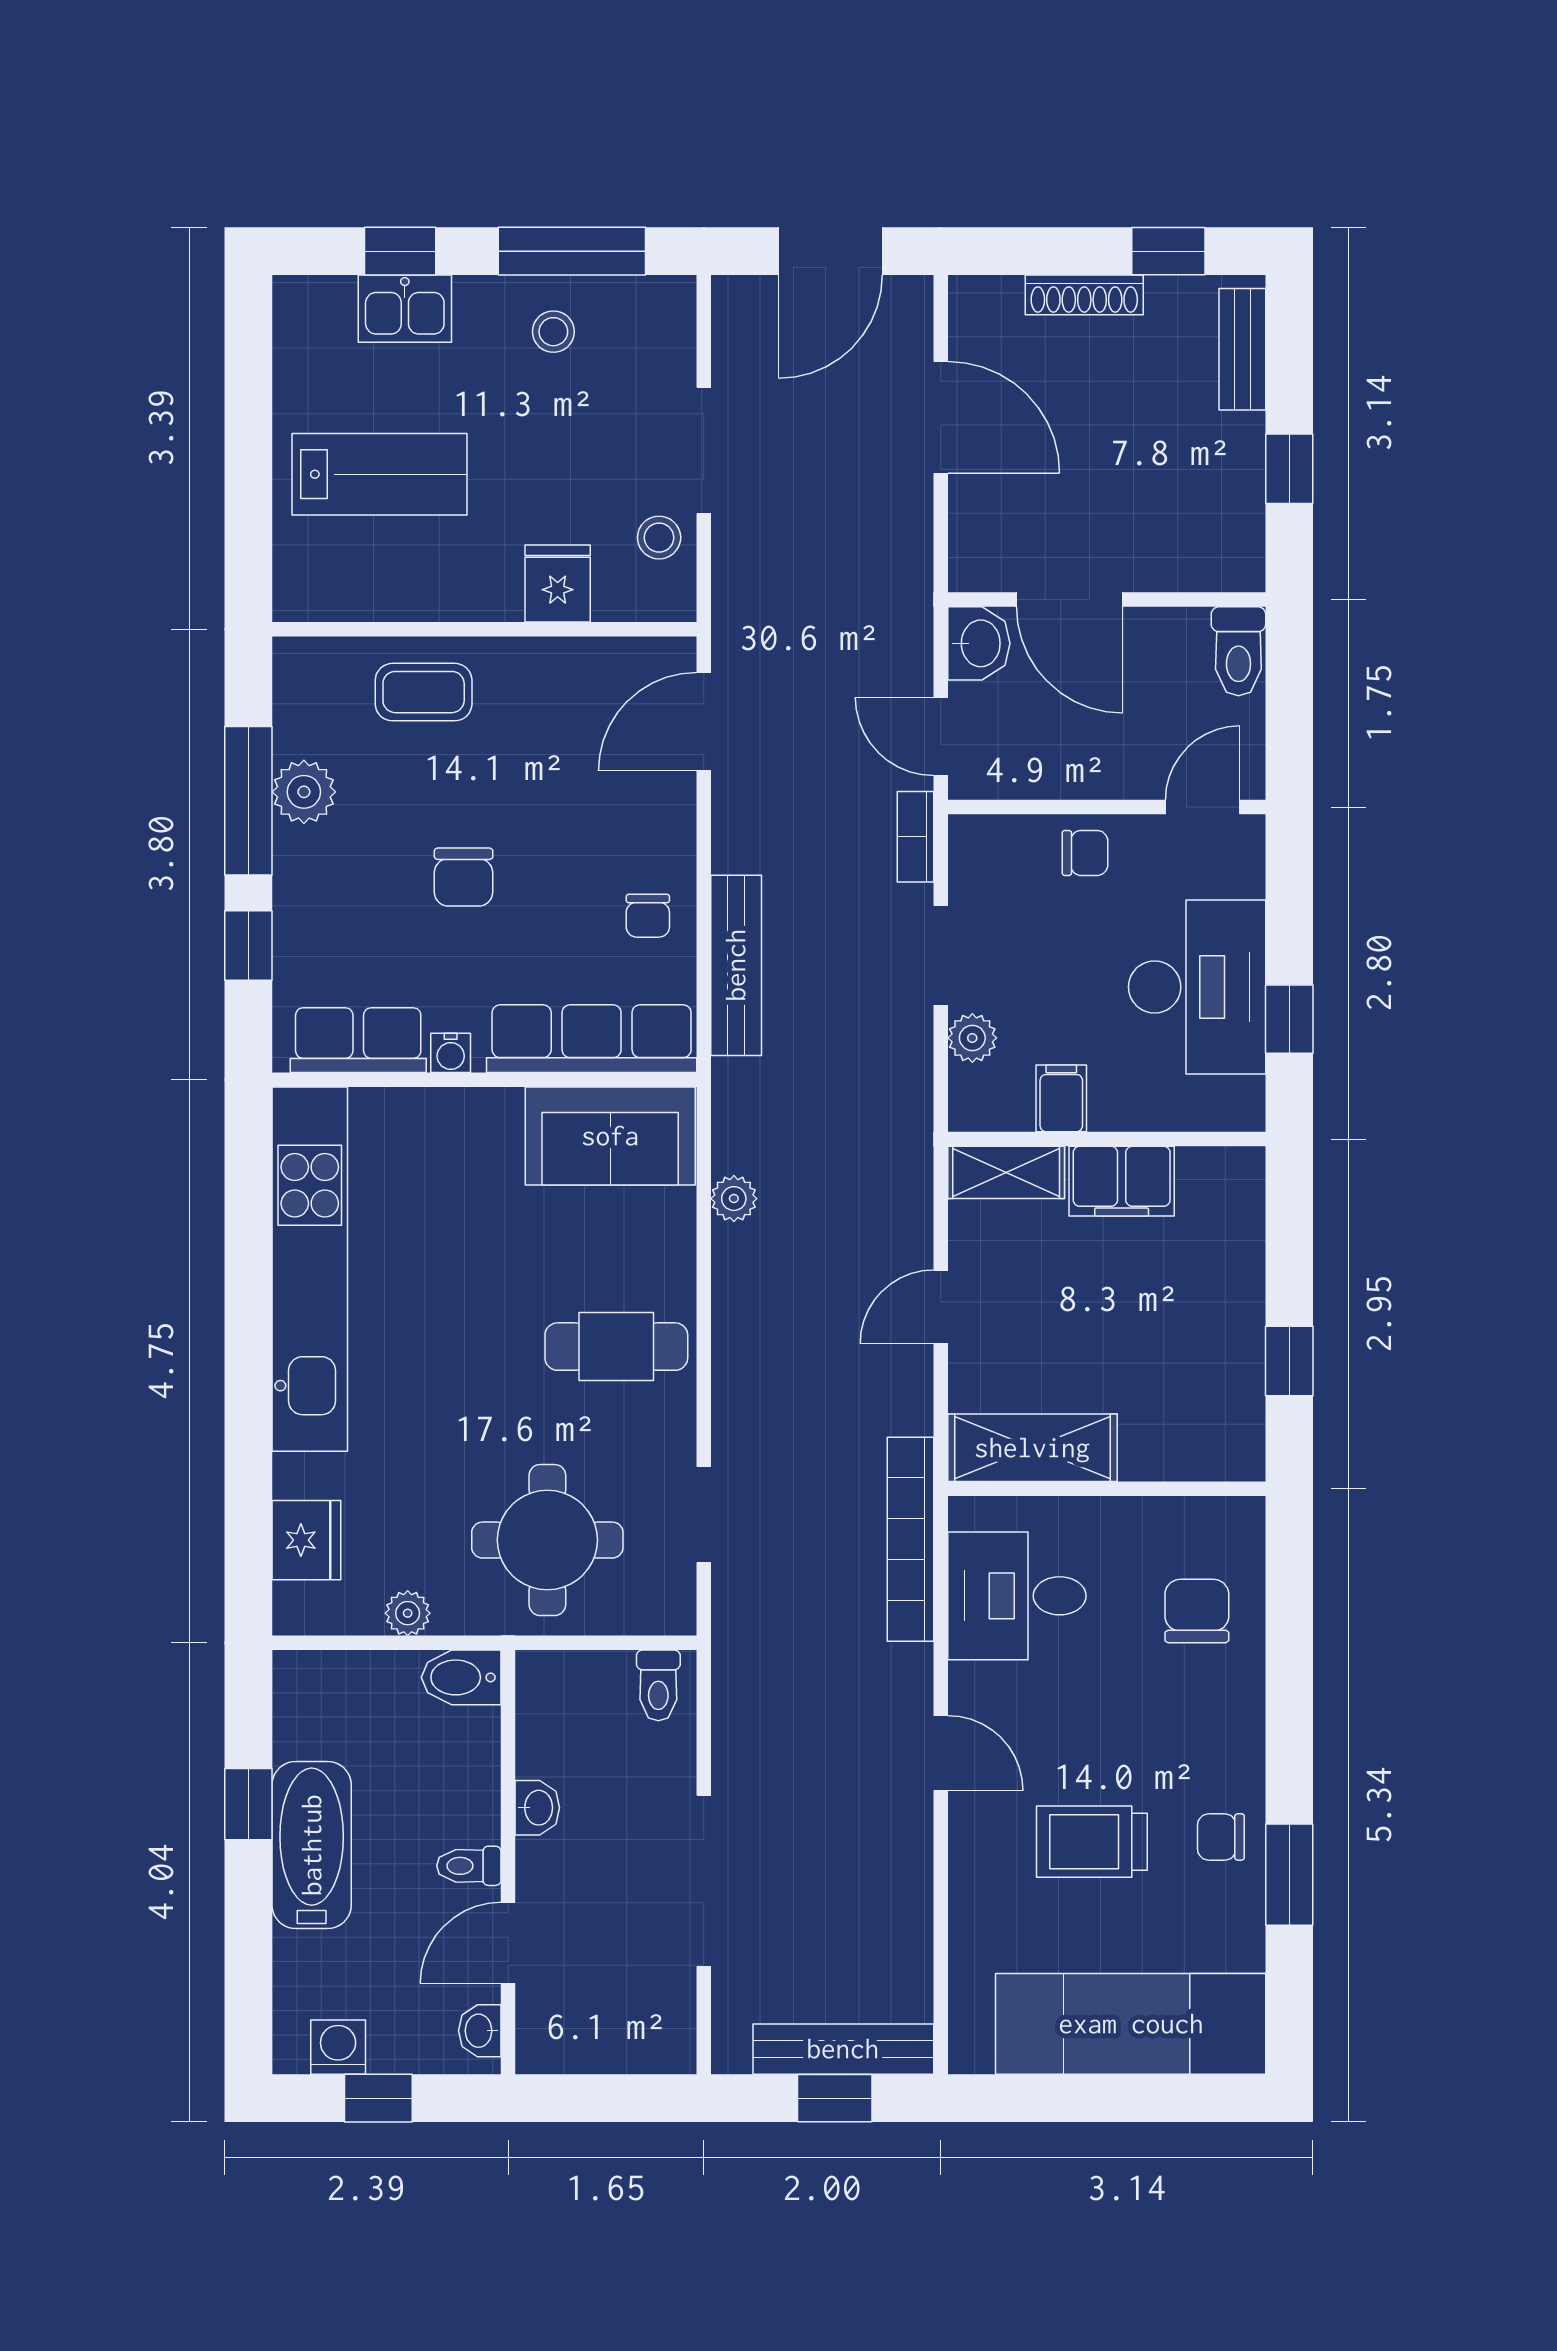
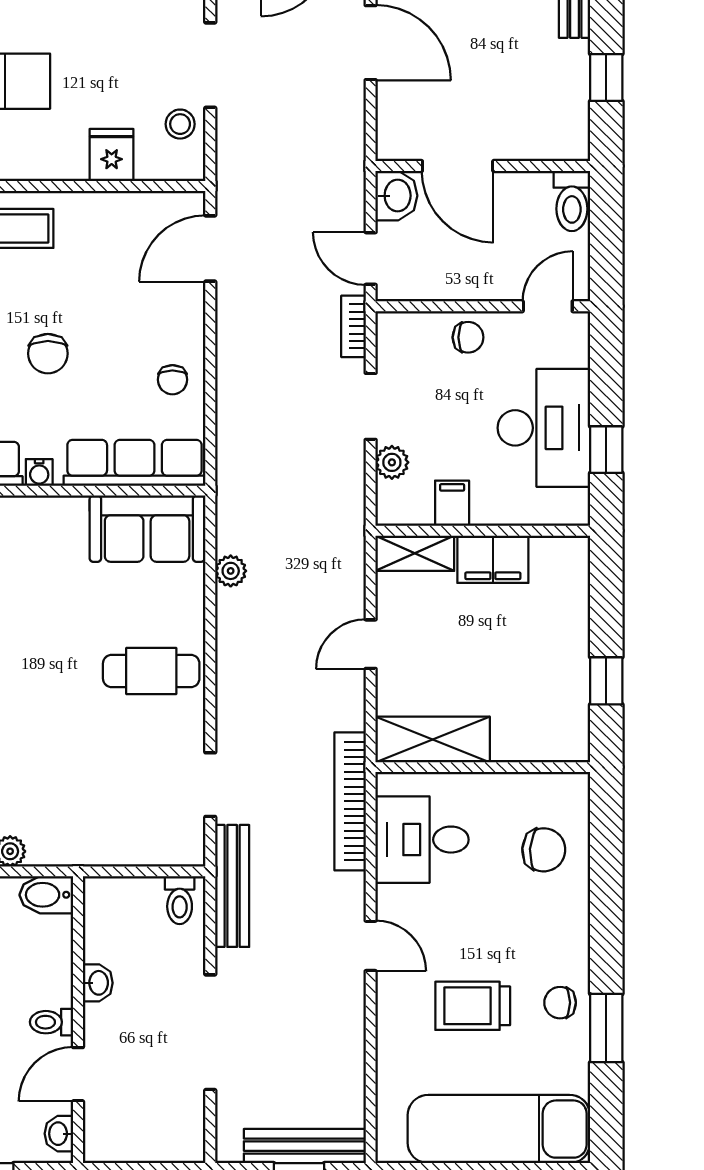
bench: (736, 965) -> (232, 886), moved
round table: (547, 1540) -> (105, 802), removed
chair: (1197, 1611) -> (544, 850), turned 94

